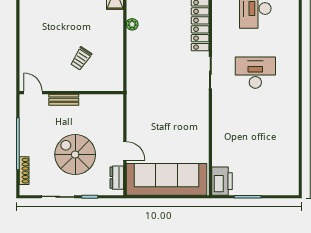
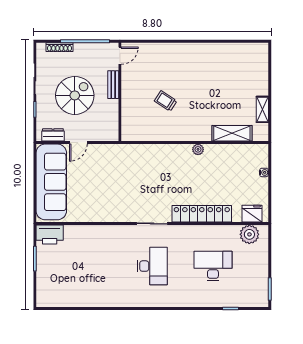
door: (33, 93) -> (120, 56), moved
wall: (71, 93) -> (120, 92), moved
bench: (64, 100) -> (113, 85), moved

